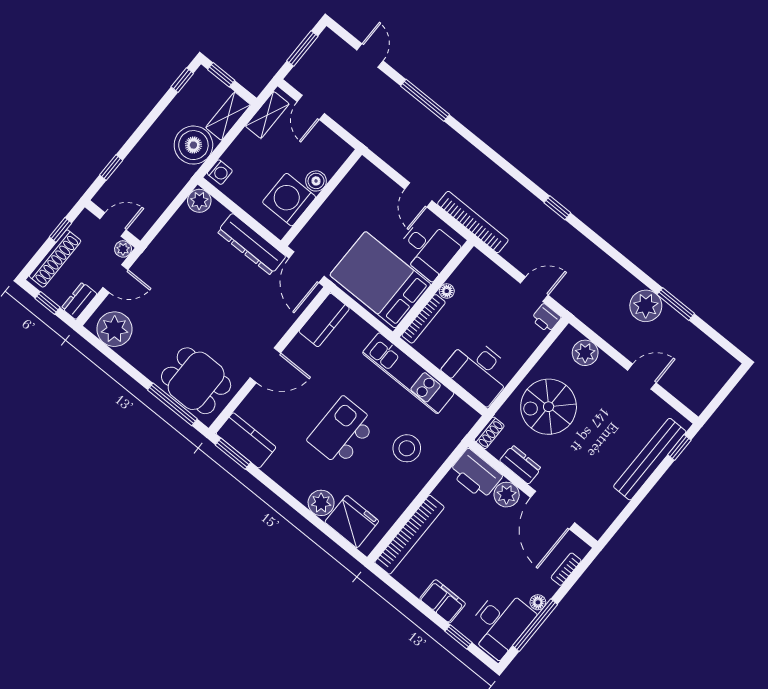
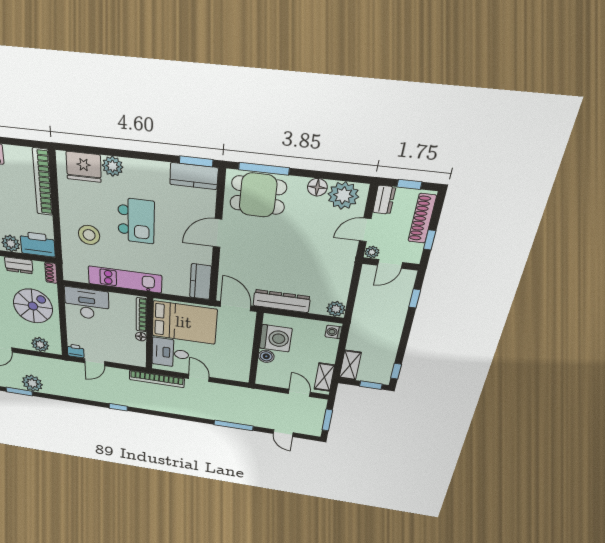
boiler: (193, 145) -> (363, 339), removed
floor lamp: (134, 353) -> (317, 187), added

